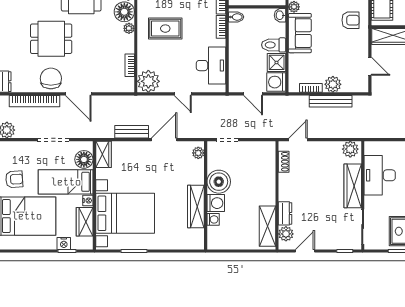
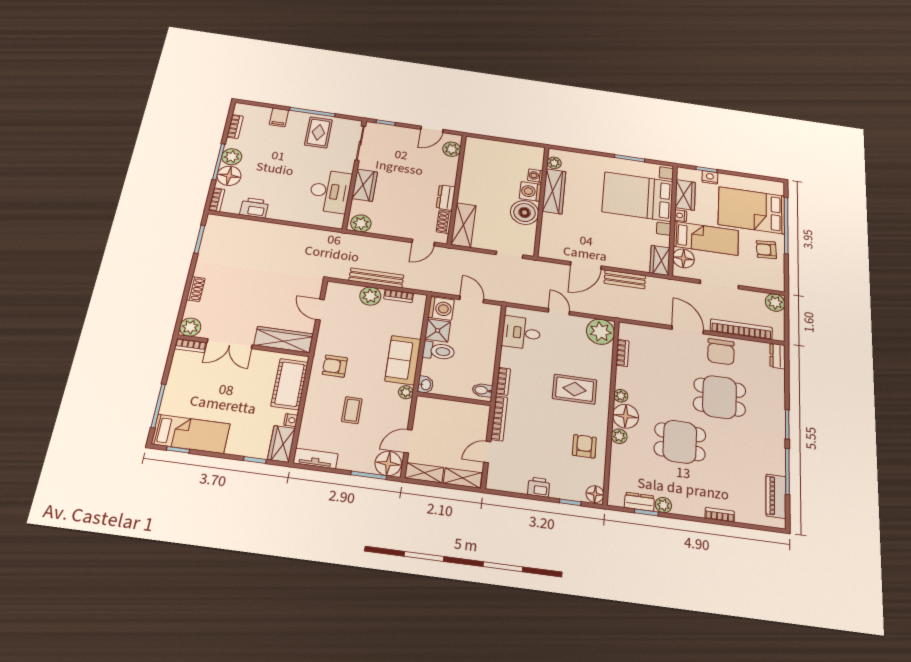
desk: (211, 66) -> (521, 333), width x0.73
plant: (198, 153) -> (554, 163), moved
wardrobe: (353, 186) -> (365, 185), width x0.67
dresser: (285, 213) -> (446, 198), moved
shelving: (267, 226) -> (463, 225), moved

